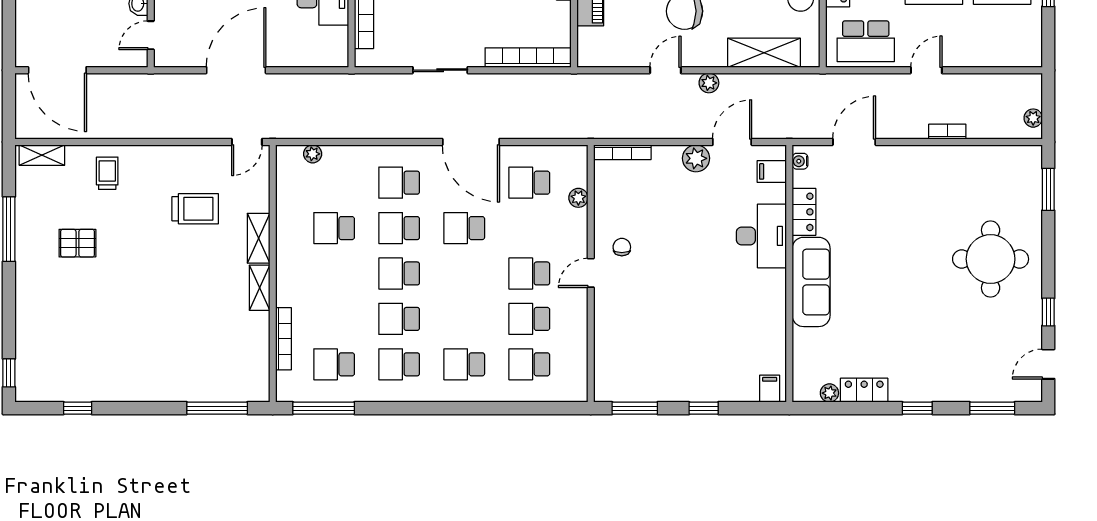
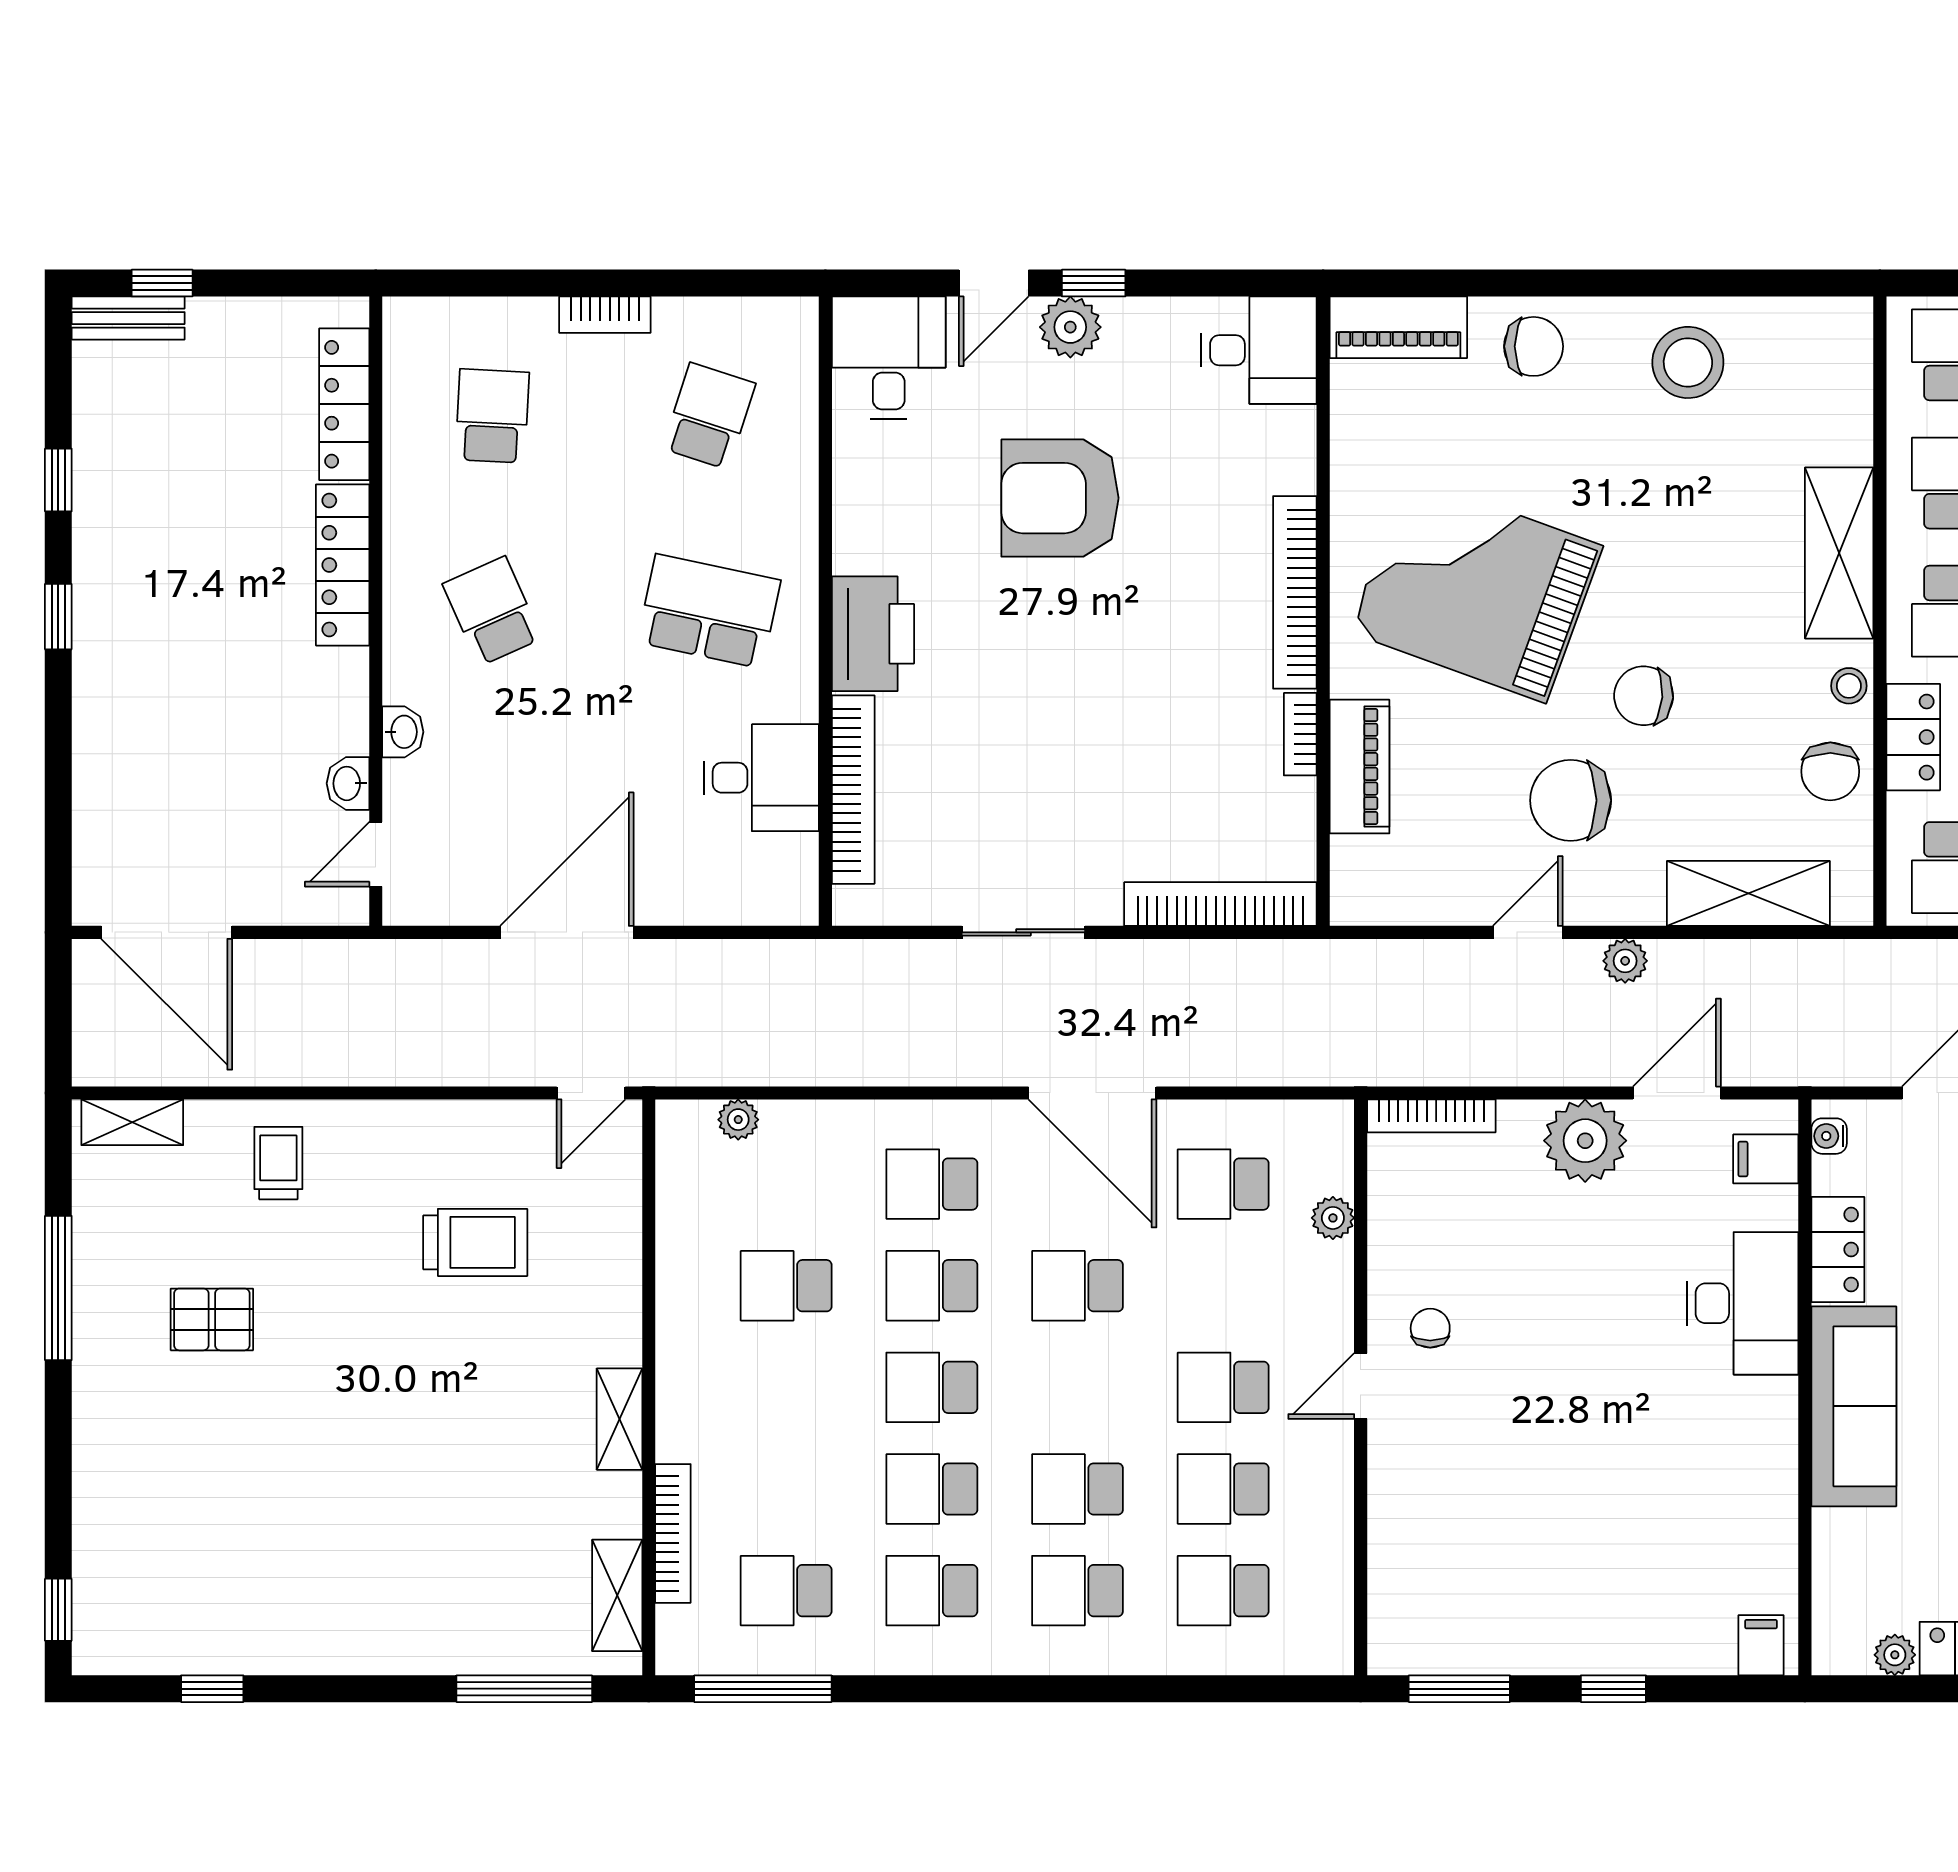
plant: (696, 158) -> (1585, 1141), width x1.36, depth x1.36
shelving: (259, 238) -> (617, 1595), moved
school desk: (464, 319) -> (1077, 1489), added

